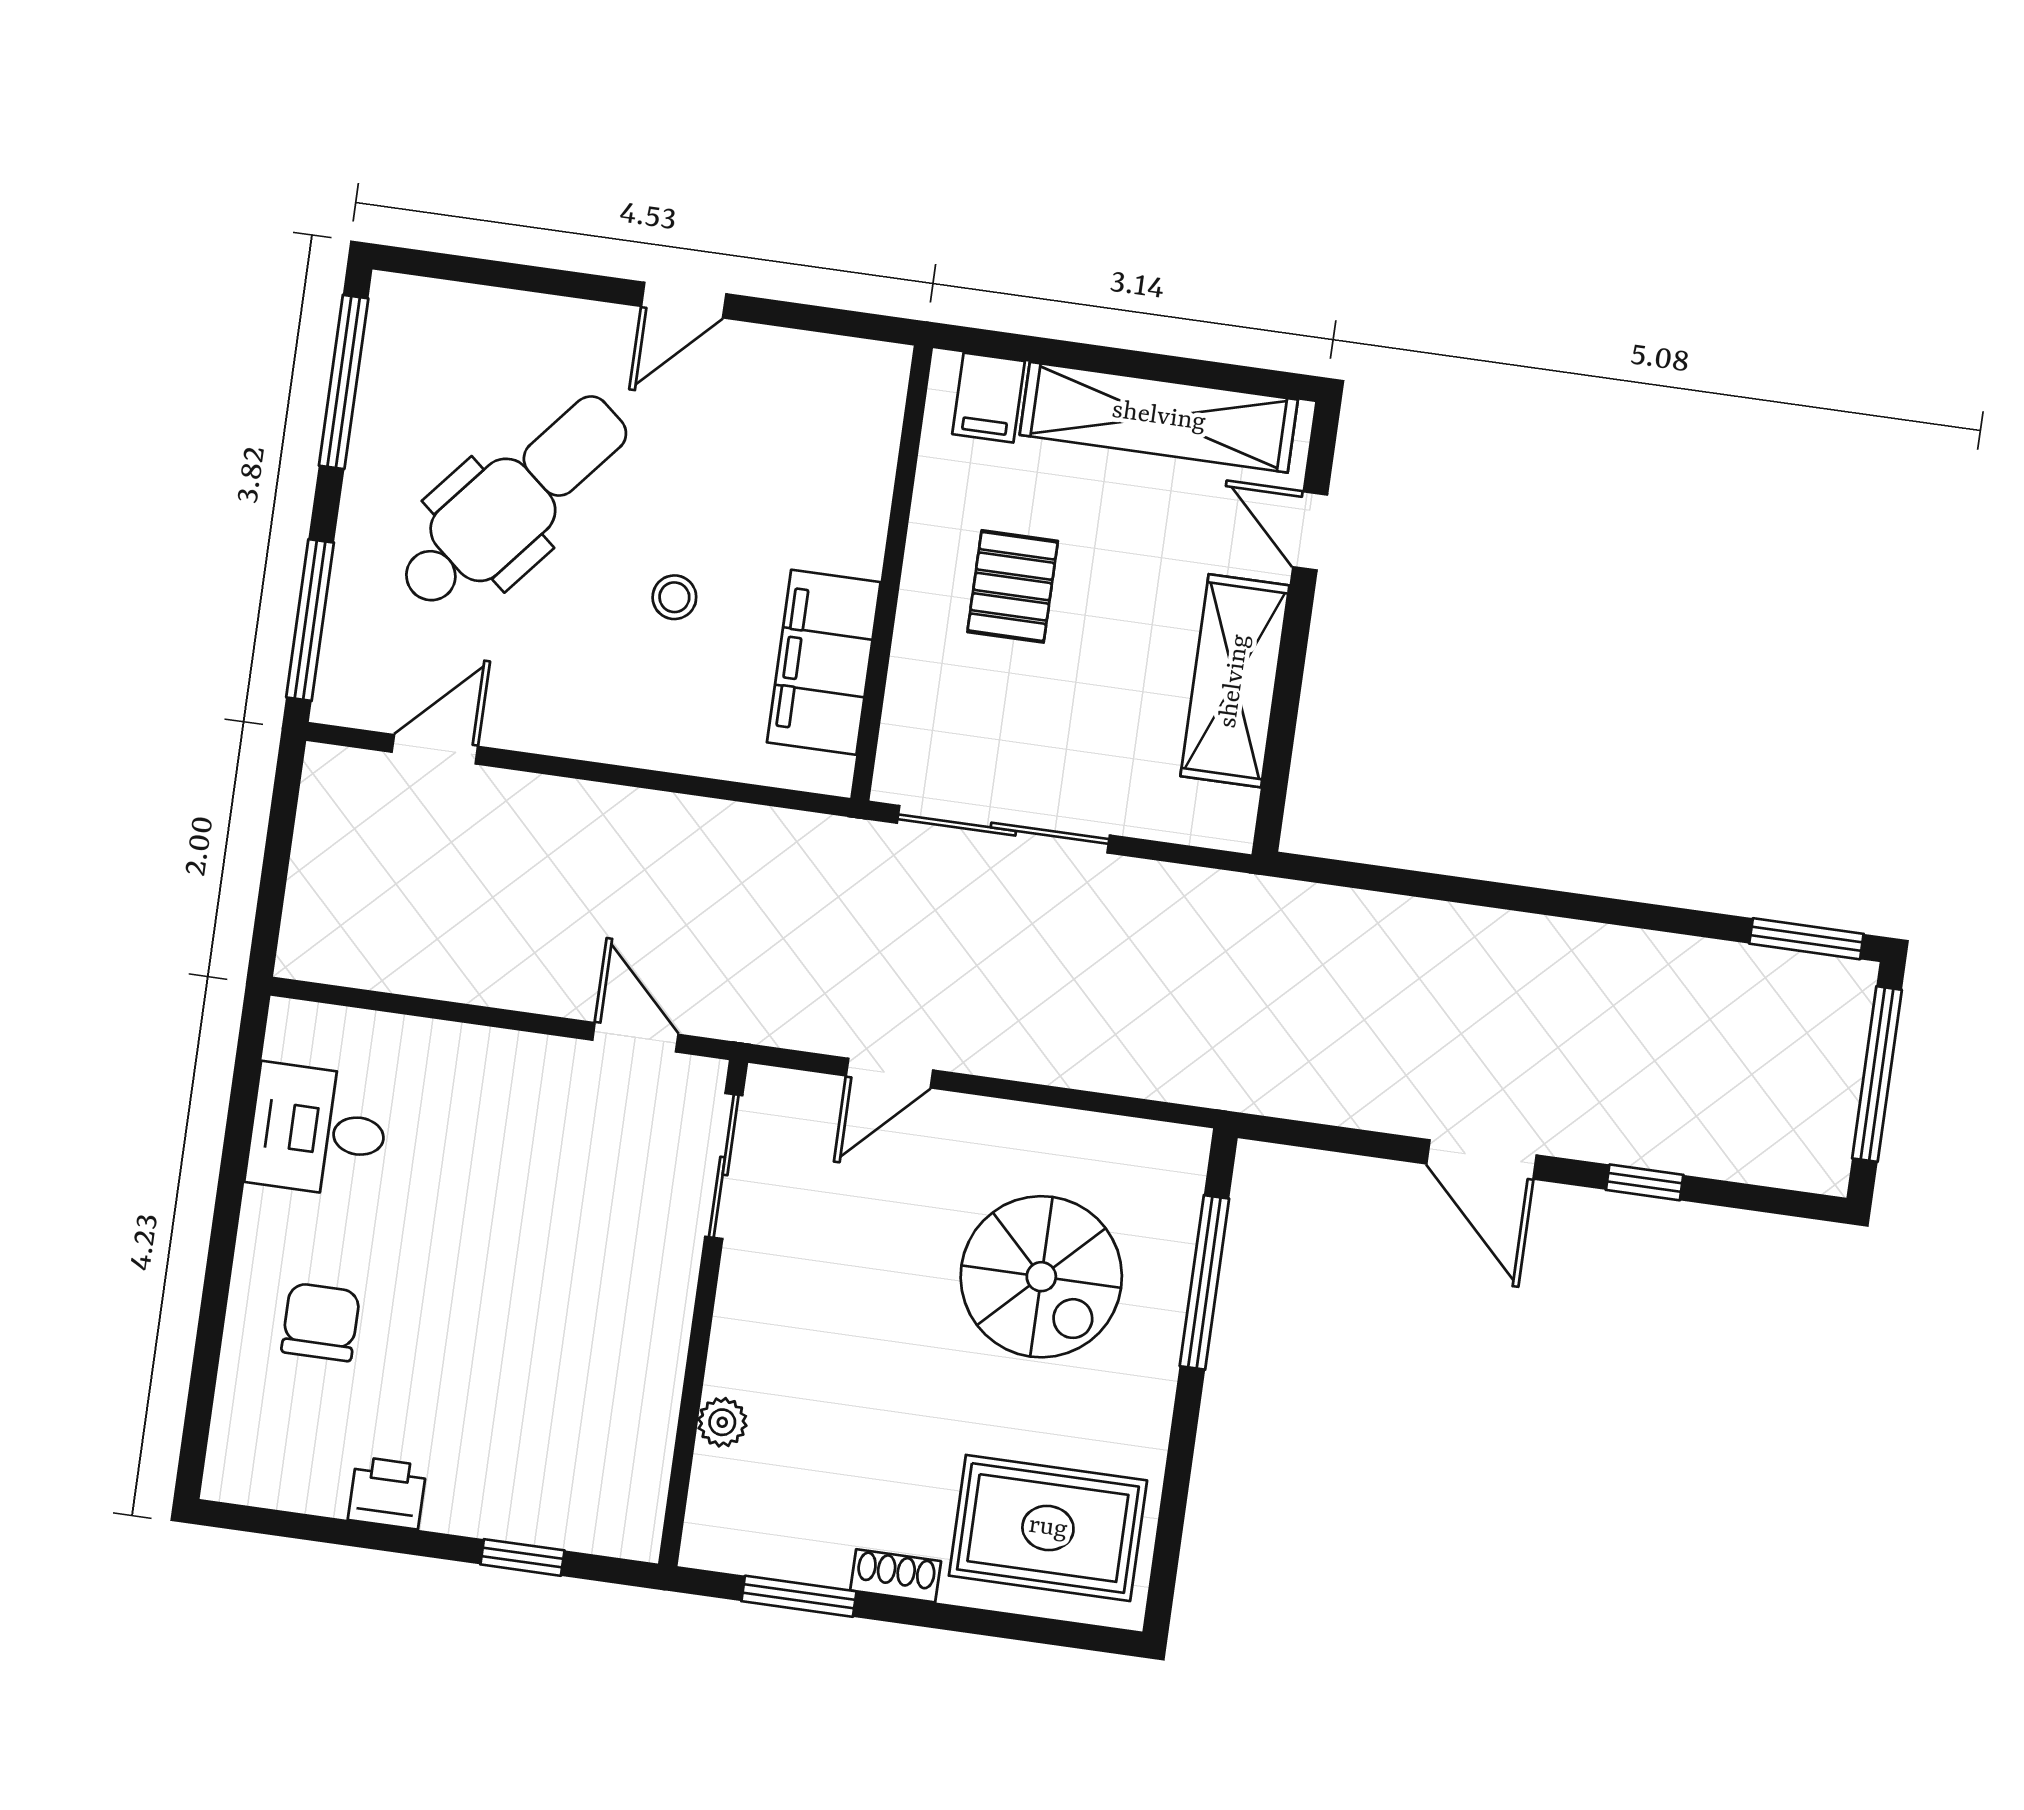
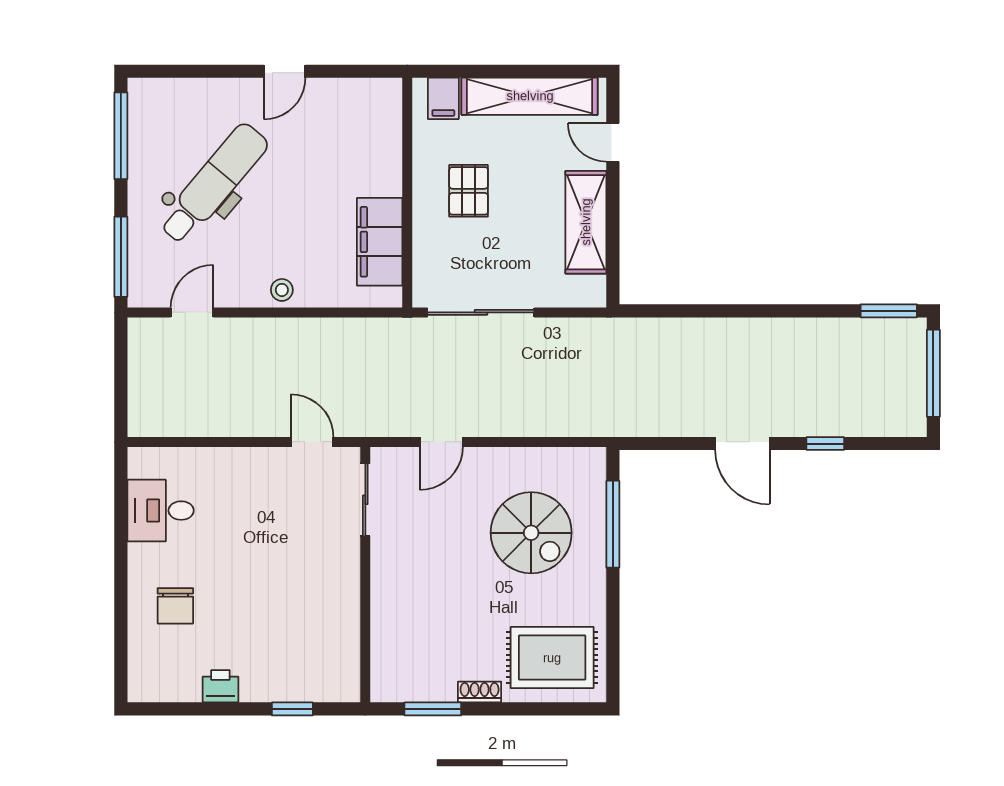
stool: (674, 597) -> (282, 290), moved
chair: (321, 1322) -> (175, 606), turned 180
plant: (722, 1422) -> (382, 628), removed

